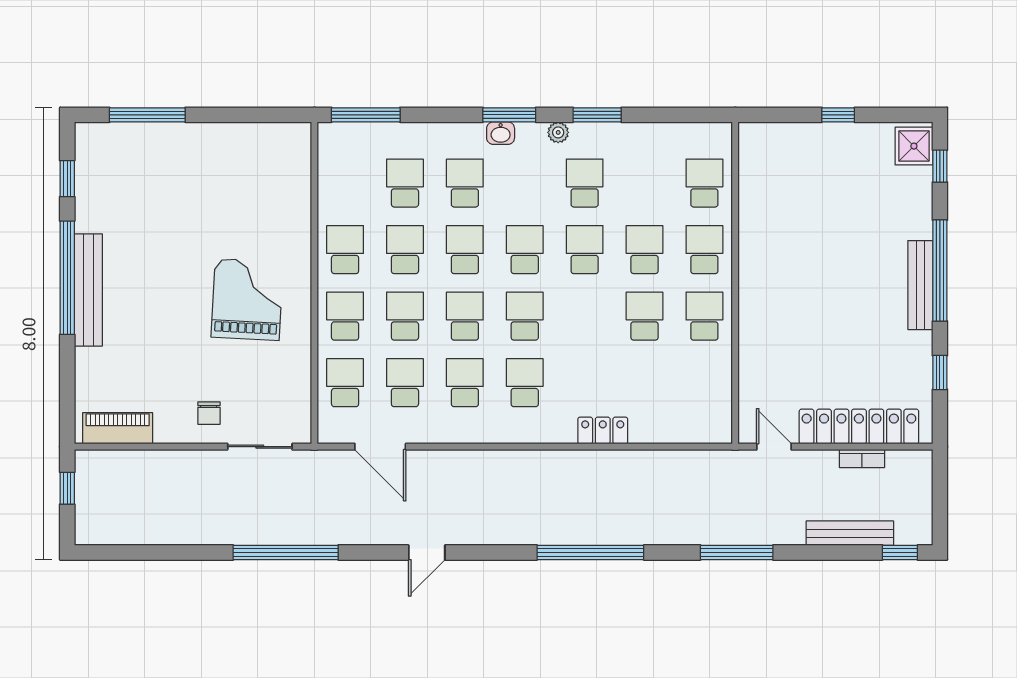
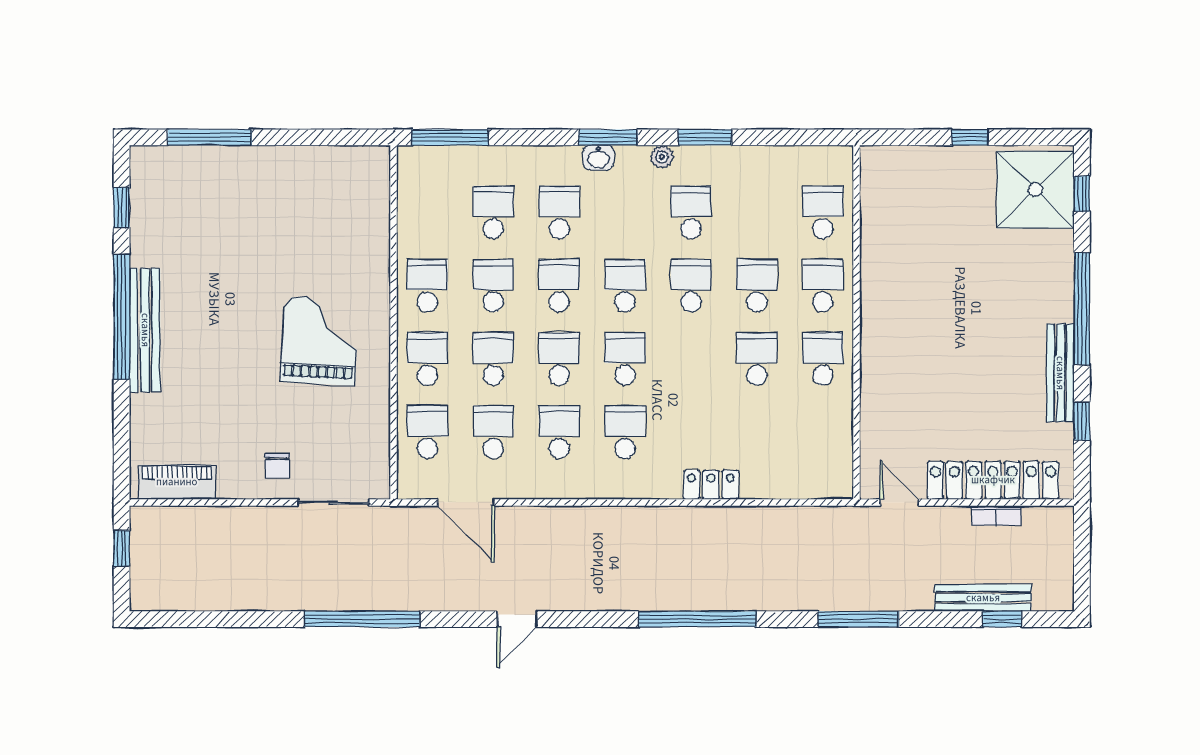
shower: (914, 146) -> (1035, 190), width x1.86, depth x1.86
bench: (920, 285) -> (1060, 373), moved
window: (900, 552) -> (1002, 619), moved

